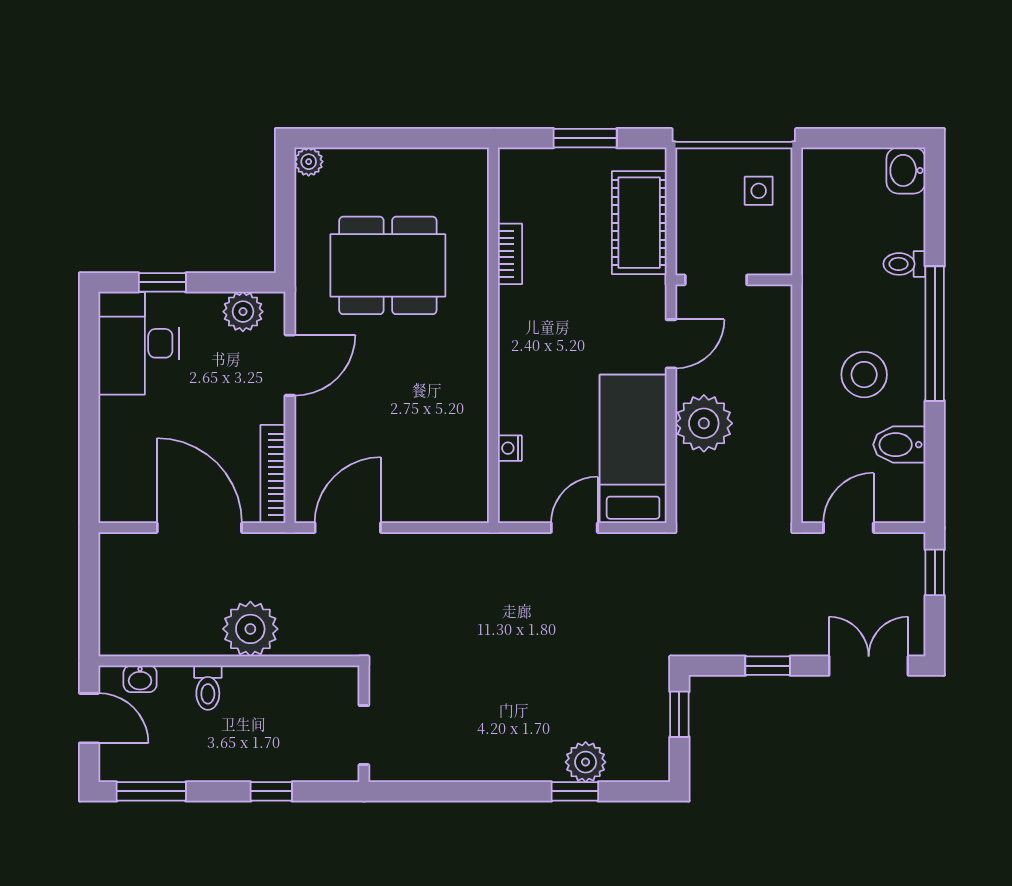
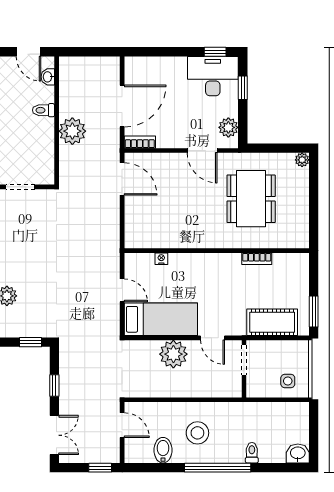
window: (585, 138) -> (314, 311), moved
window: (89, 339) -> (215, 52), added
bookcase: (273, 474) -> (140, 142), width x0.64
door: (89, 718) -> (28, 52), hinge flipped

